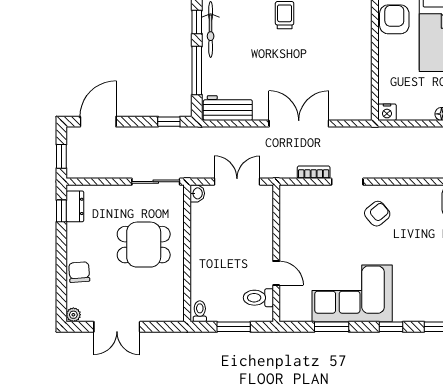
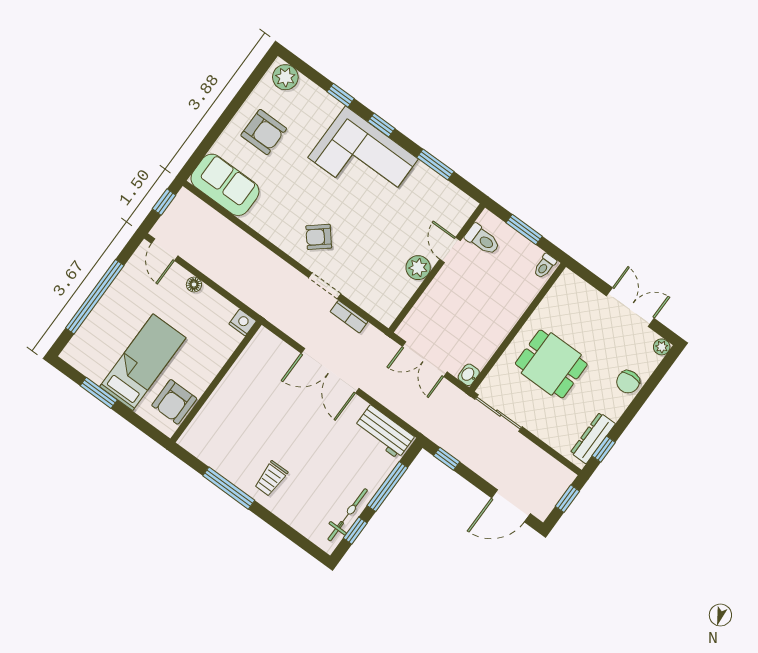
dresser: (75, 206) -> (593, 438), width x1.44
plant: (290, 244) -> (418, 268), added
corner sofa: (352, 293) -> (363, 158), moved

